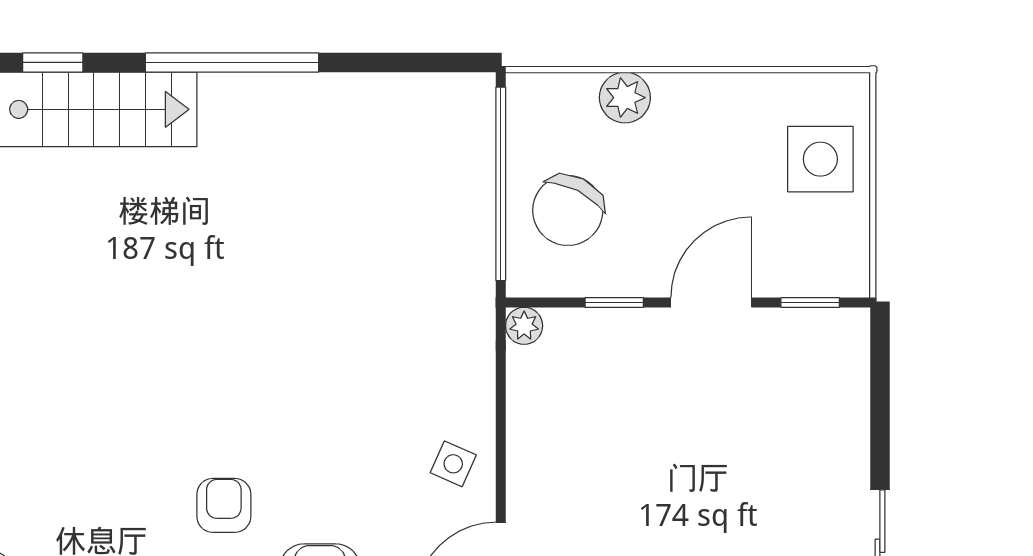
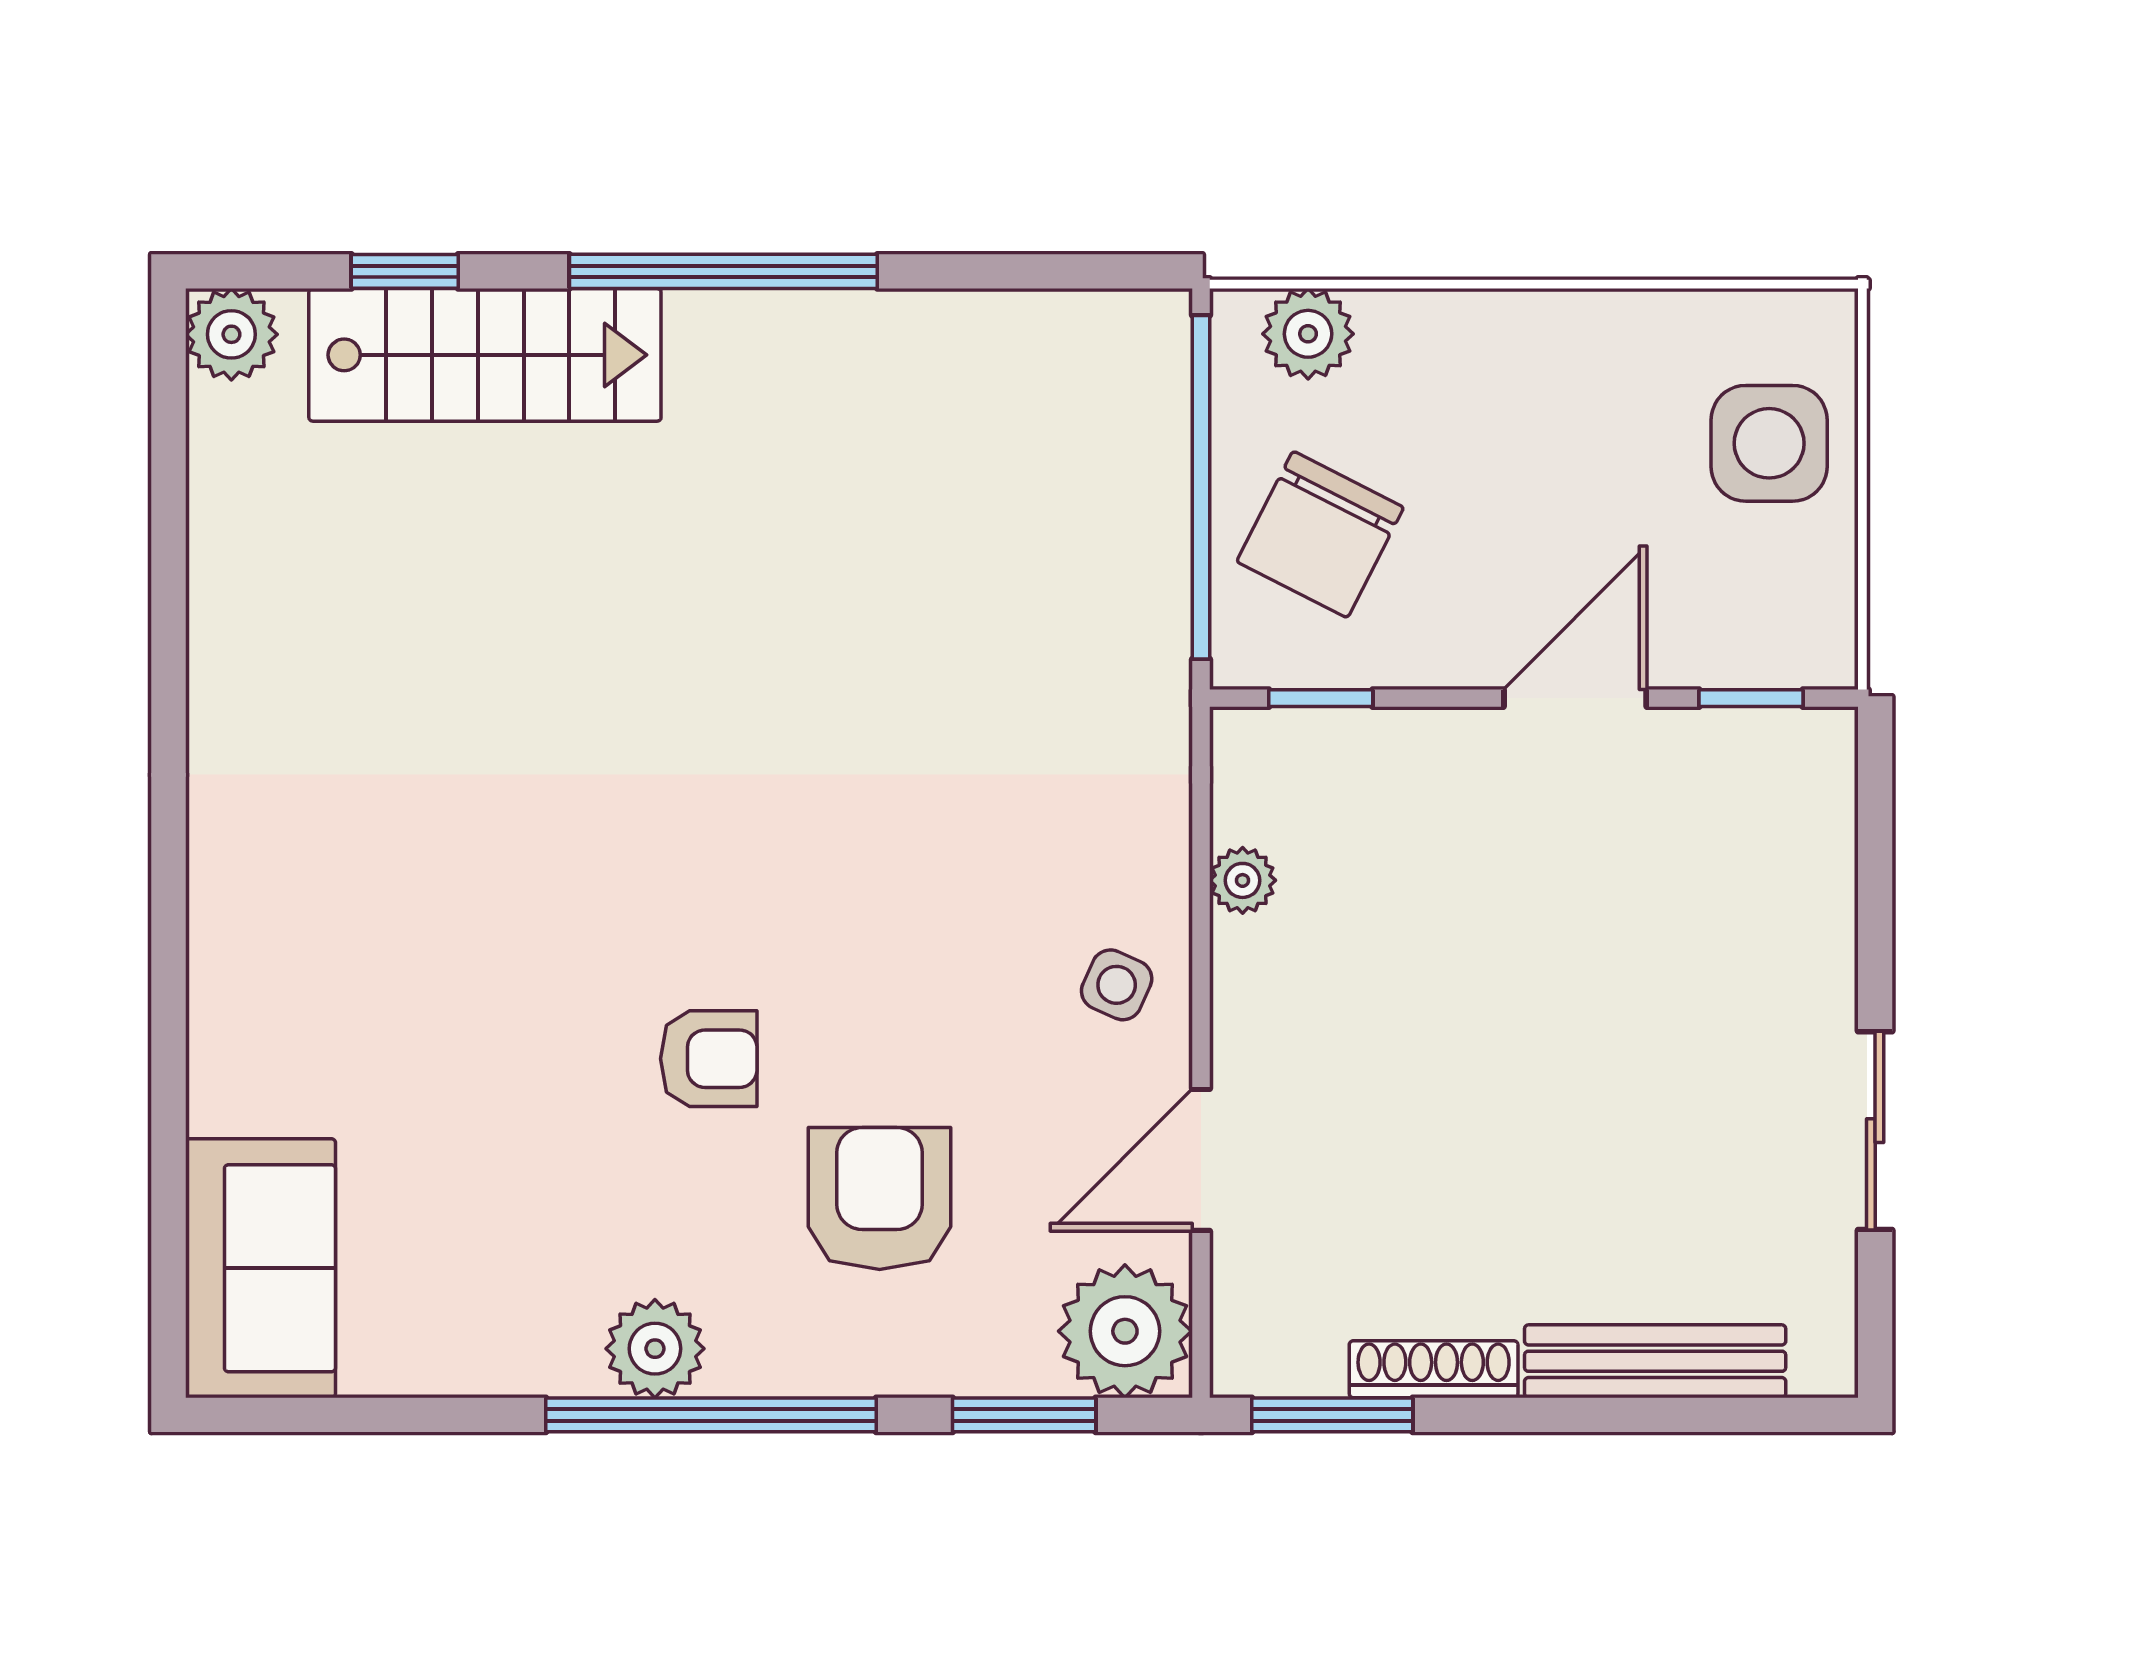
plant: (625, 98) -> (1308, 334), moved
window: (614, 302) -> (1321, 698), moved
plant: (524, 326) -> (1243, 880), moved
armchair: (224, 505) -> (709, 1059), turned 90

